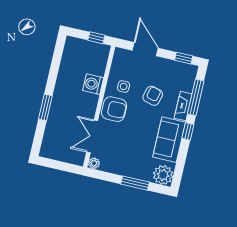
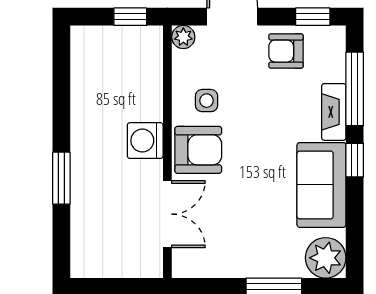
washing machine: (93, 84) -> (145, 141), moved
armchair: (153, 96) -> (286, 51), moved, turned -104
double door: (92, 136) -> (167, 214), swing flipped
plant: (94, 163) -> (183, 37), moved

